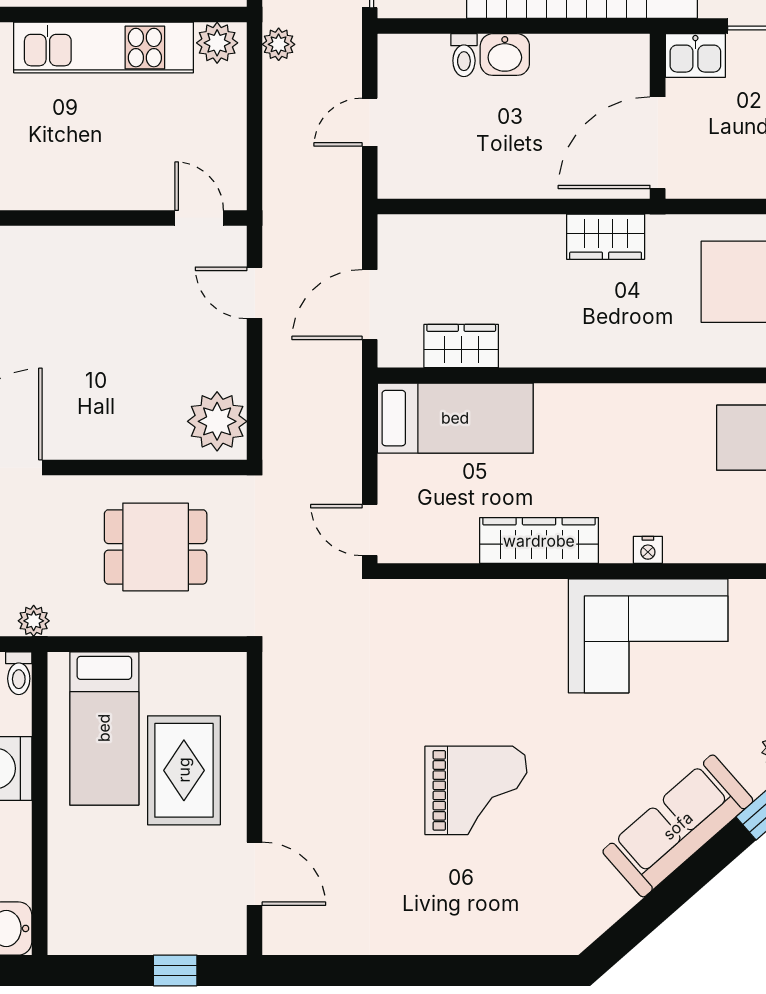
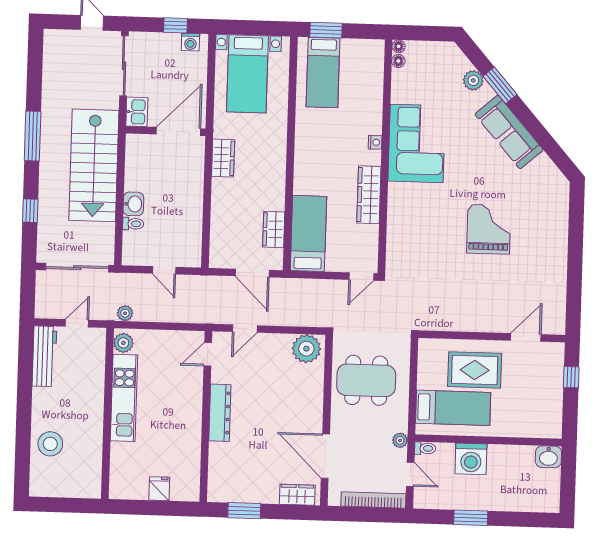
door: (658, 143) -> (178, 131), swing flipped
dresser: (79, 247) -> (220, 413), added
dining table: (156, 547) -> (366, 380), width x1.38

